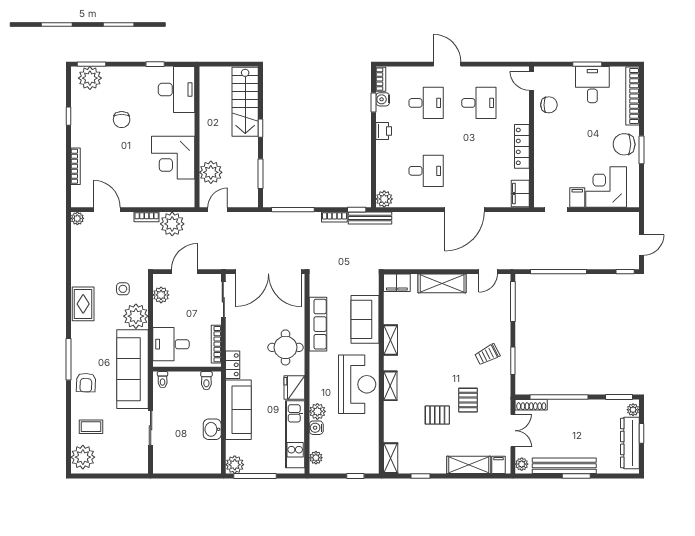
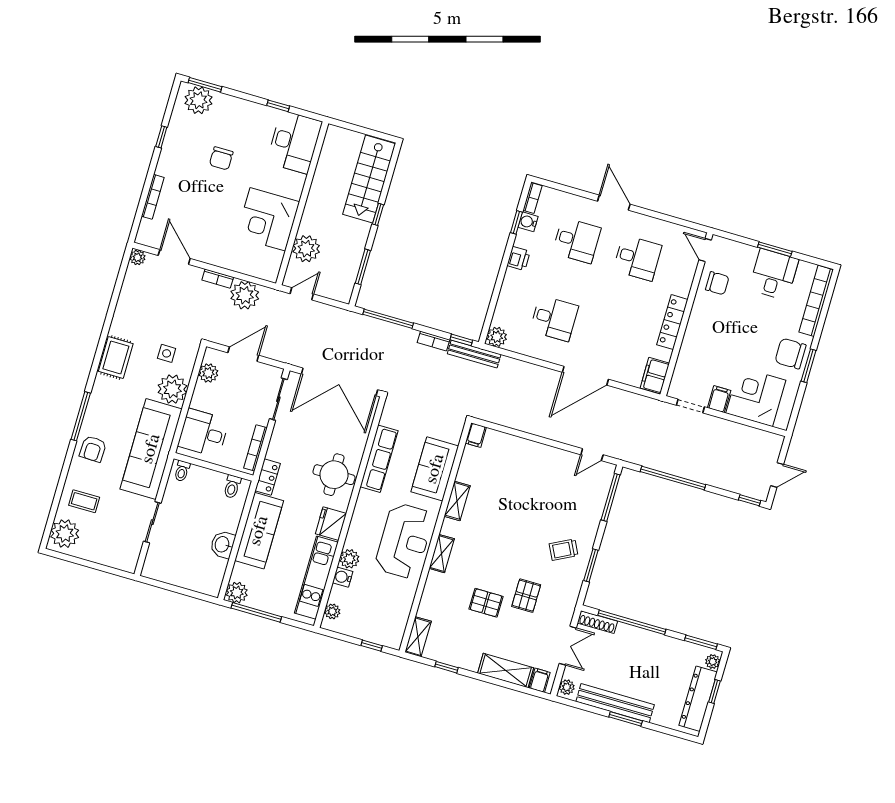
filing cabinet: (397, 283) -> (476, 435), width x0.50
shelving: (442, 283) -> (535, 453), removed

